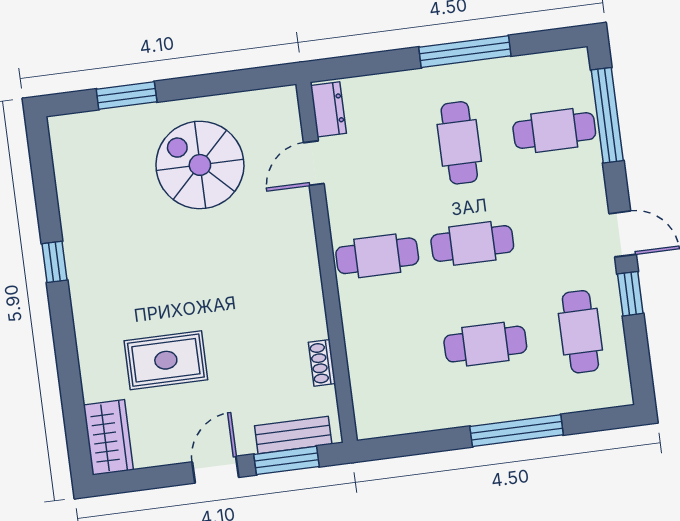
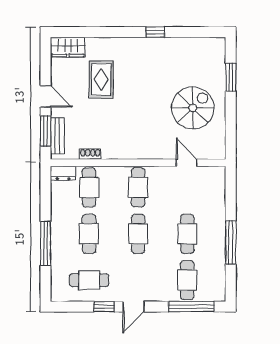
dresser: (328, 109) -> (63, 173), moved
cafe table: (459, 143) -> (187, 234), turned 90
cafe table: (390, 356) -> (89, 187), added

